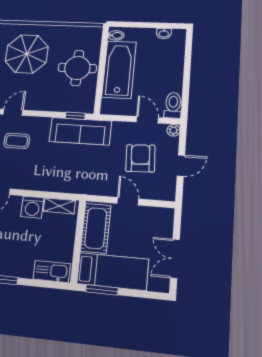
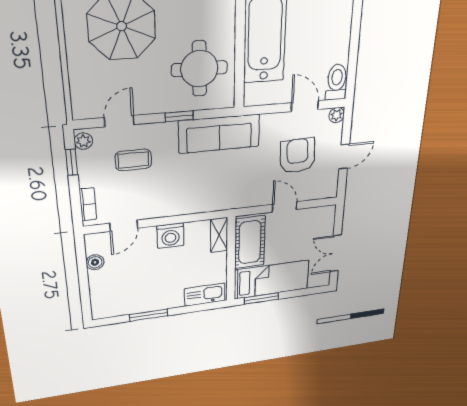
round table: (77, 68) -> (199, 69), moved
window: (75, 116) -> (179, 116), moved
shelving: (59, 206) -> (219, 235), moved, turned 90

